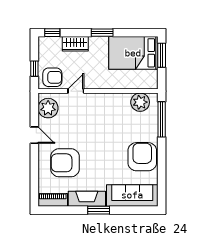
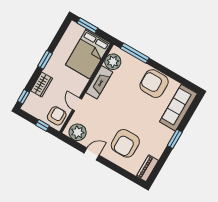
bed: (133, 53) -> (88, 54), moved
fireplace: (87, 199) -> (99, 82), moved, turned 180

